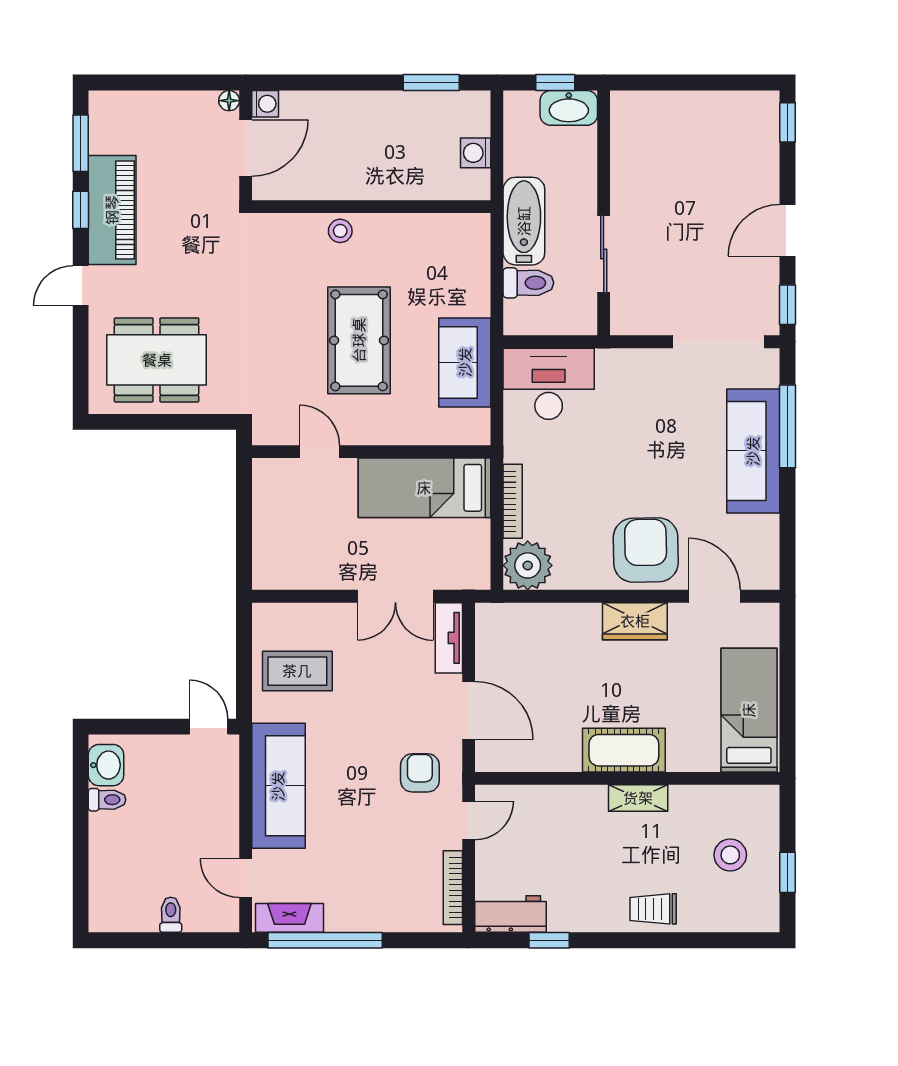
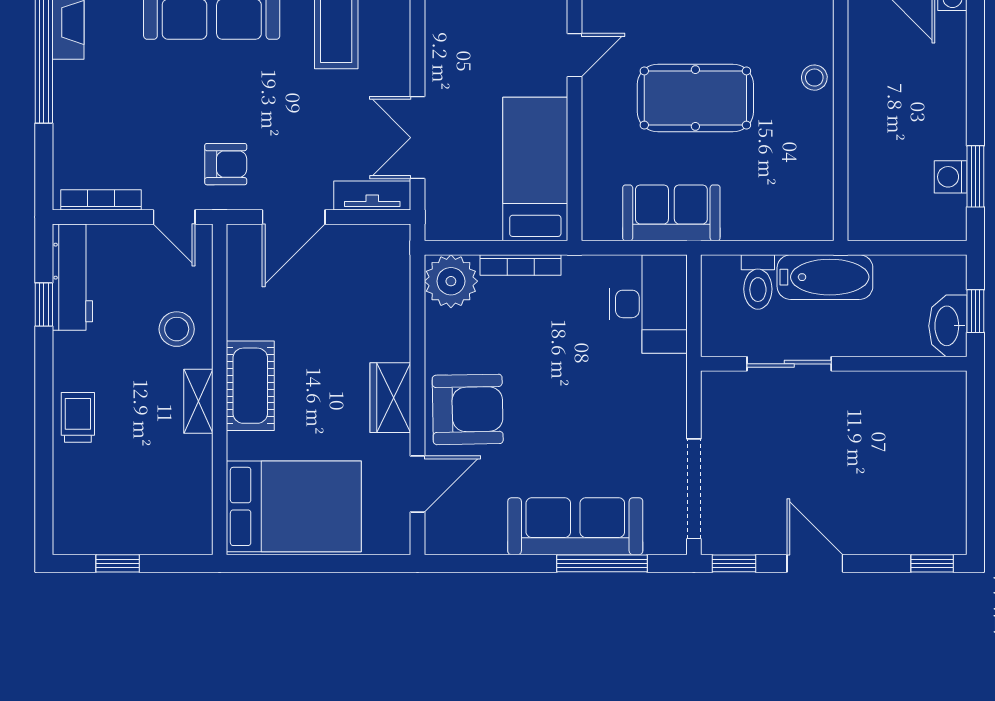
washing machine: (476, 153) -> (951, 177), moved, turned -90
bed: (749, 710) -> (294, 506), width x1.50
stool: (730, 855) -> (177, 329), moved
workbench: (511, 914) -> (72, 277), width x1.38

